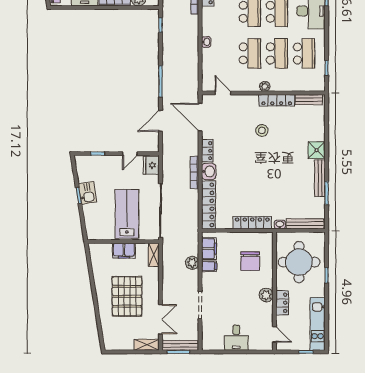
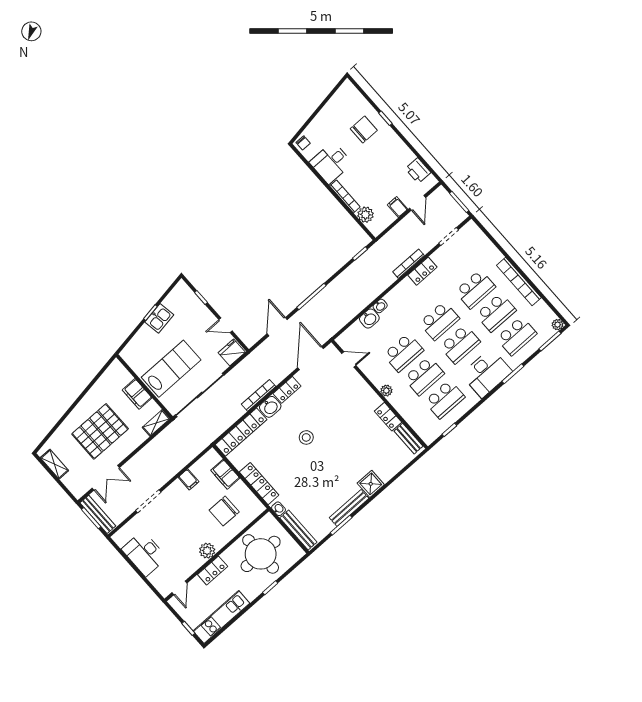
washbasin: (208, 56) -> (369, 319), added
door: (223, 93) -> (349, 359), hinge flipped
locker: (277, 100) -> (388, 417), width x0.66
door: (161, 121) -> (277, 327), hinge flipped
stool: (262, 130) -> (306, 437), moved
filing cabinet: (209, 249) -> (225, 474), moved, turned 90
plant: (192, 263) -> (179, 462), removed
desk: (236, 338) -> (144, 554), width x1.37
shelving: (147, 345) -> (54, 464), moved

